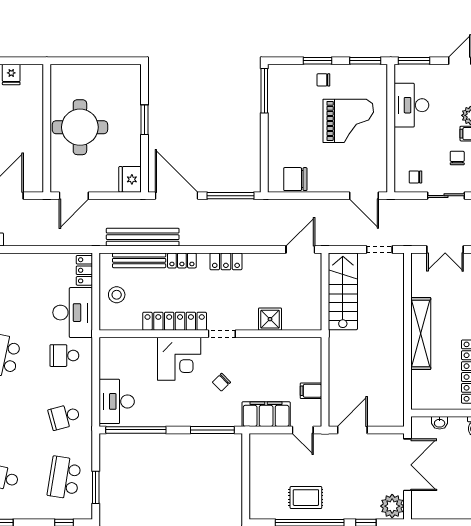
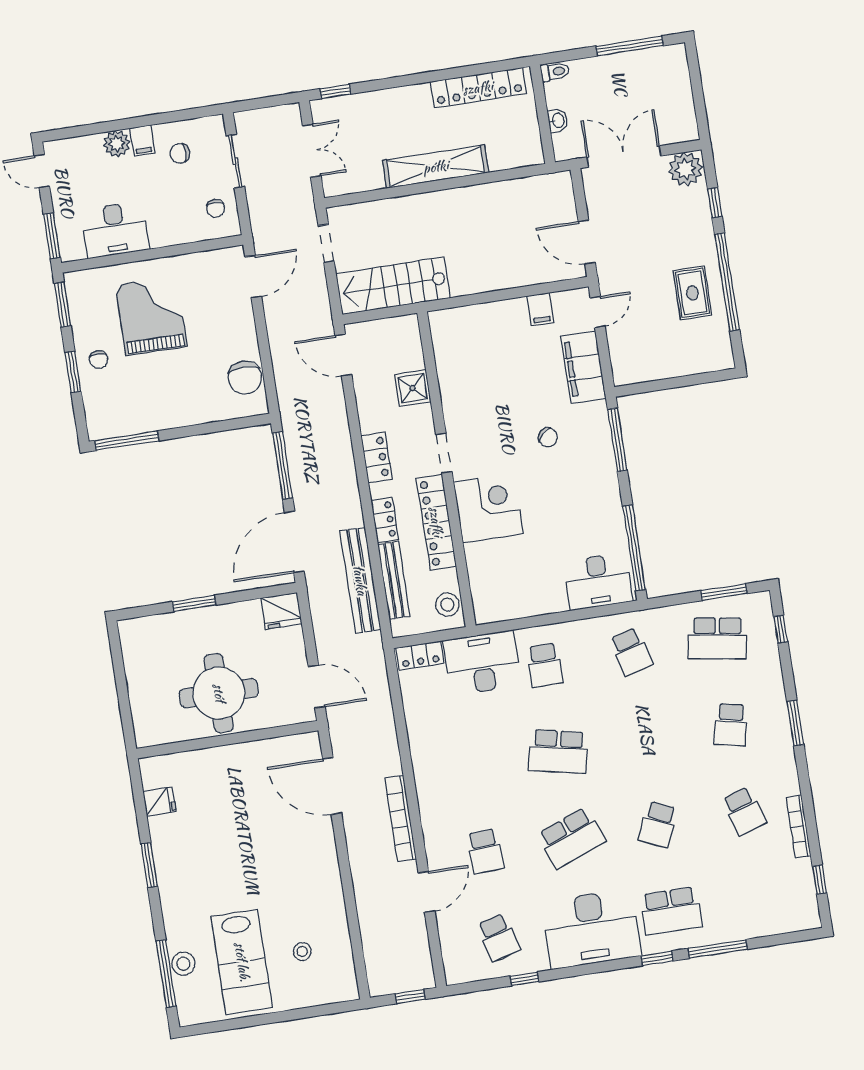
shower: (270, 319) -> (413, 388), moved
locker: (175, 321) -> (436, 522), moved
wall: (210, 334) -> (446, 469), moved
doorway: (222, 334) -> (444, 453), moved
corner desk: (179, 359) -> (488, 508), moved

